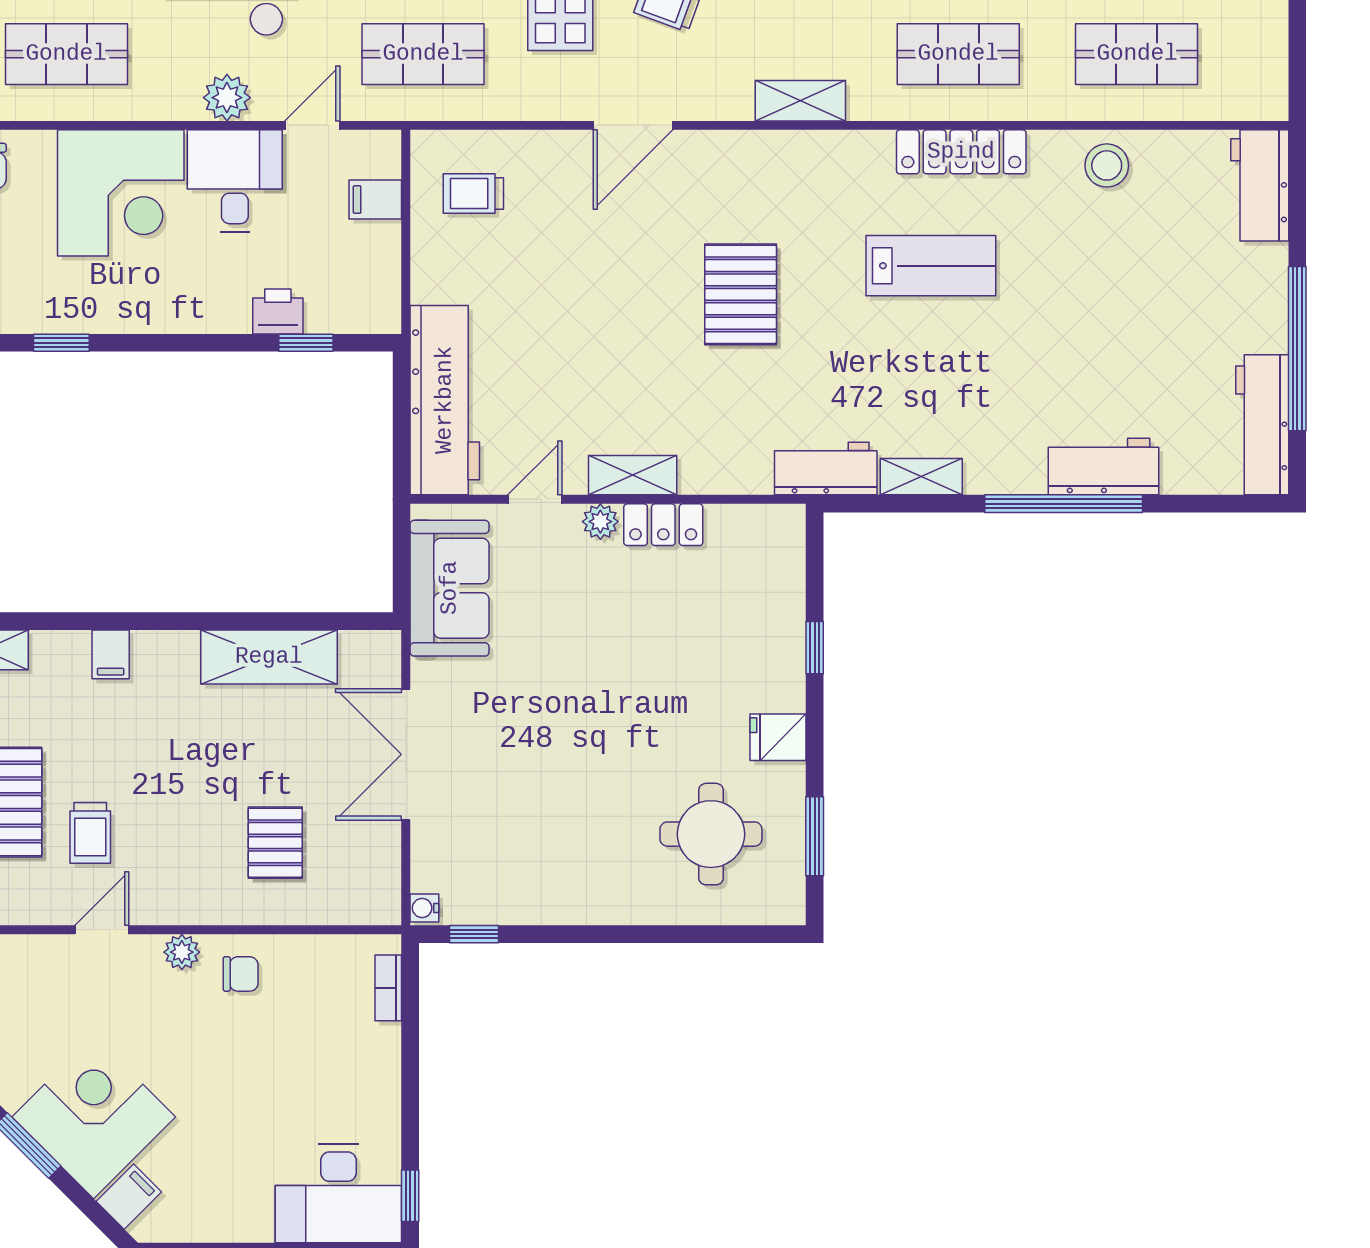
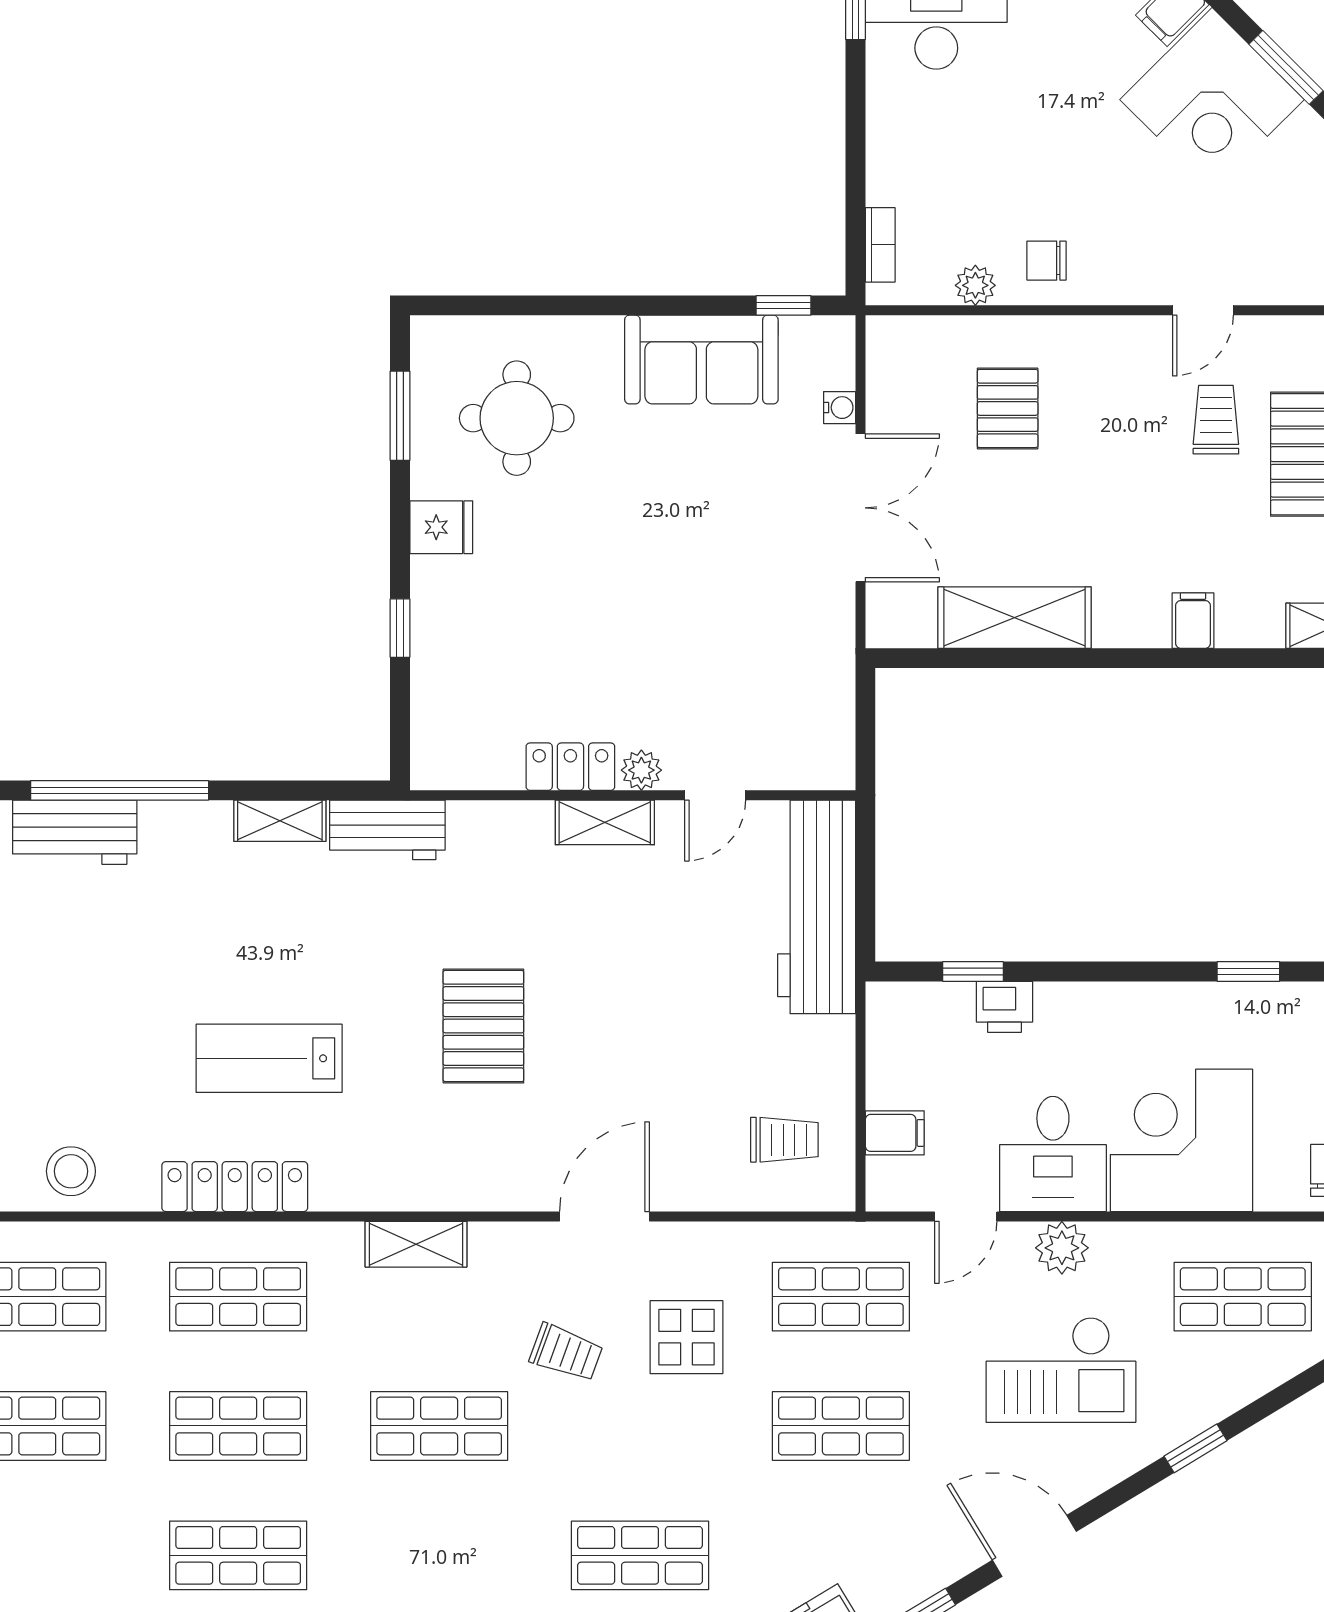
sofa: (450, 588) -> (701, 360), moved, turned -90
water cooler: (424, 908) -> (840, 408), moved
plant: (182, 952) -> (975, 285), moved

